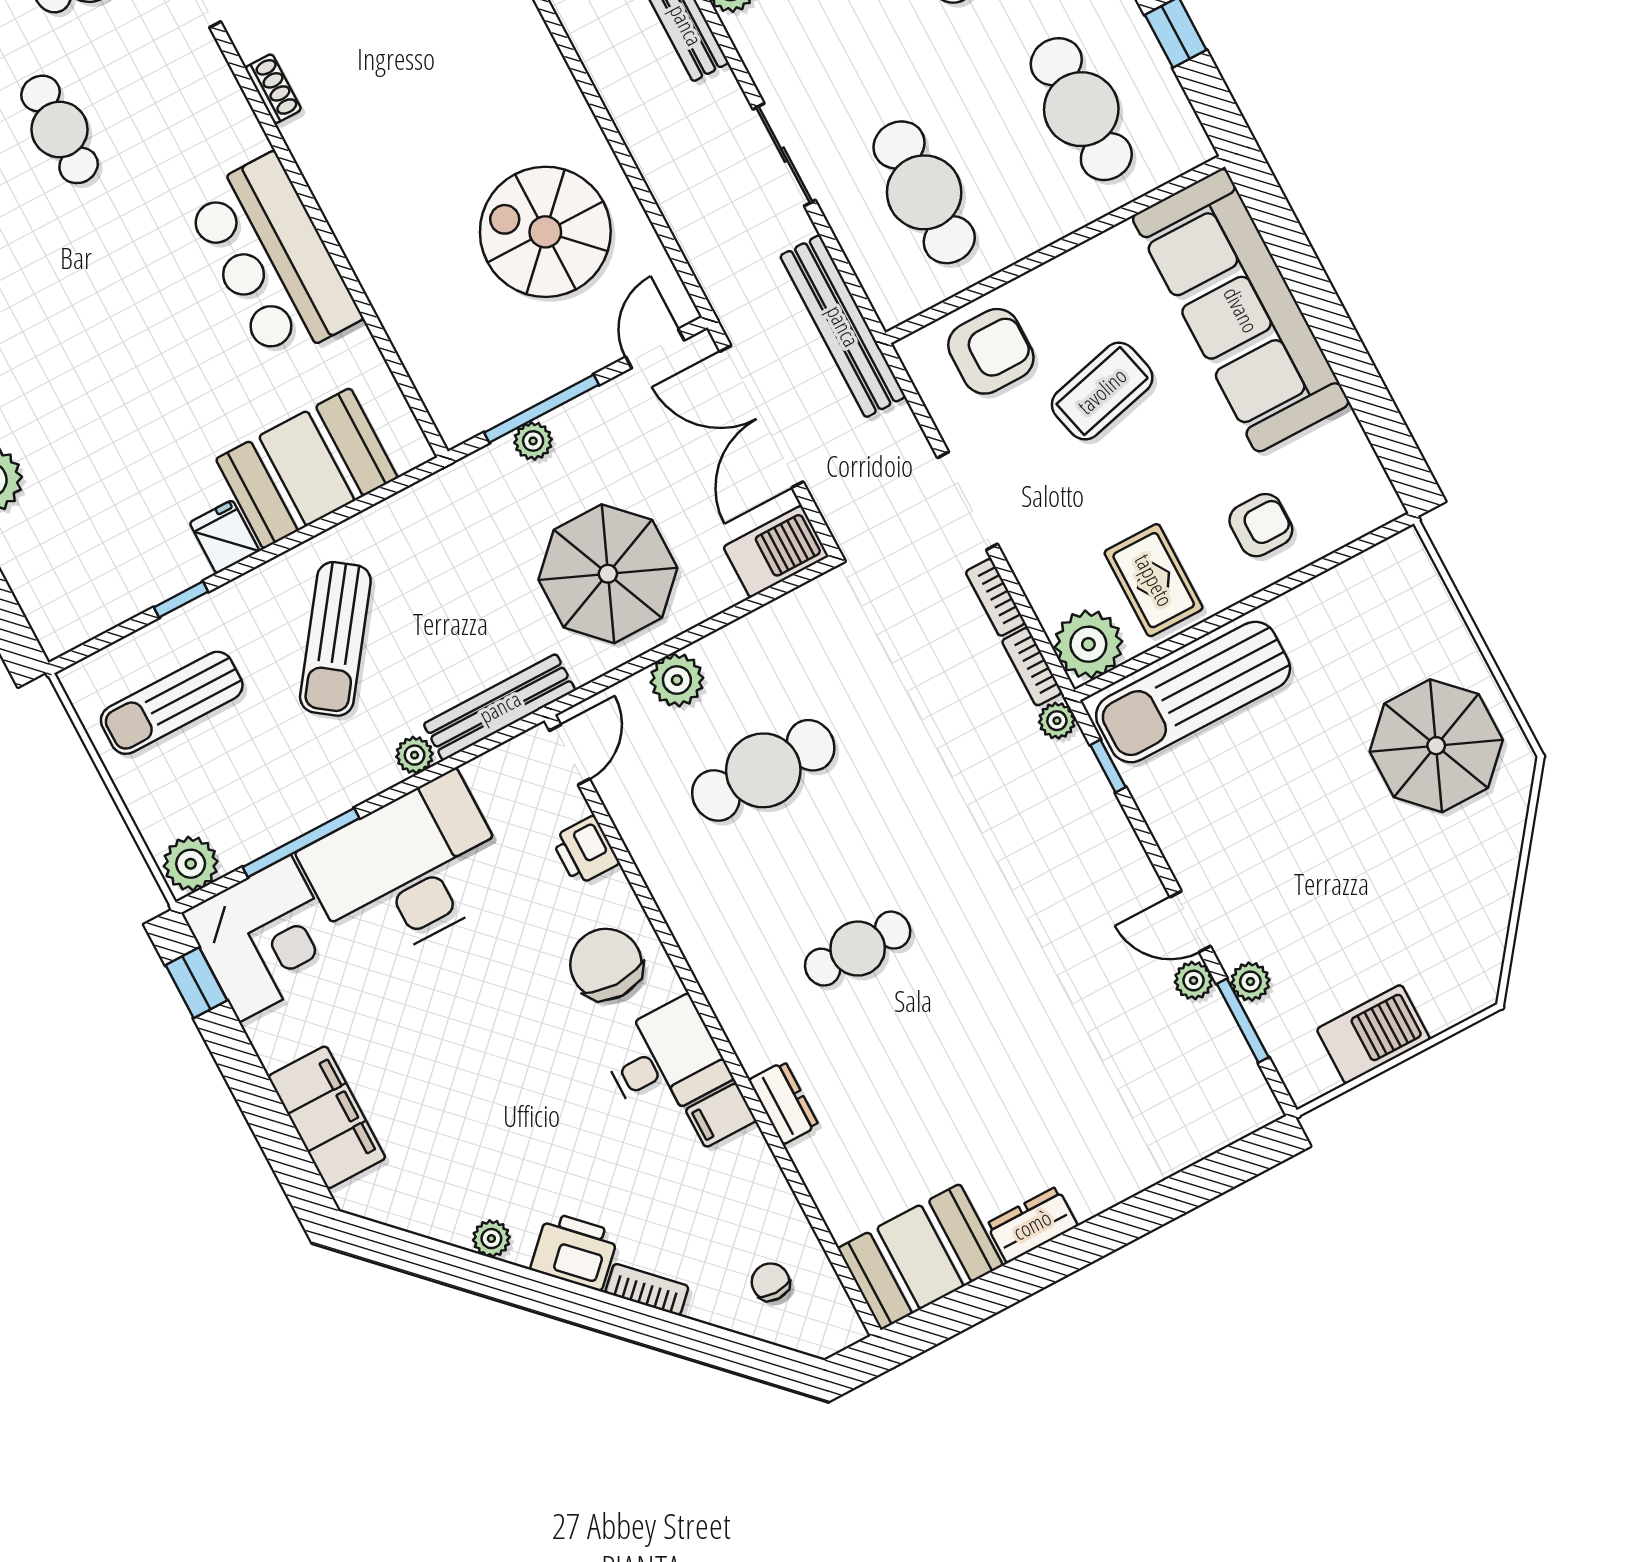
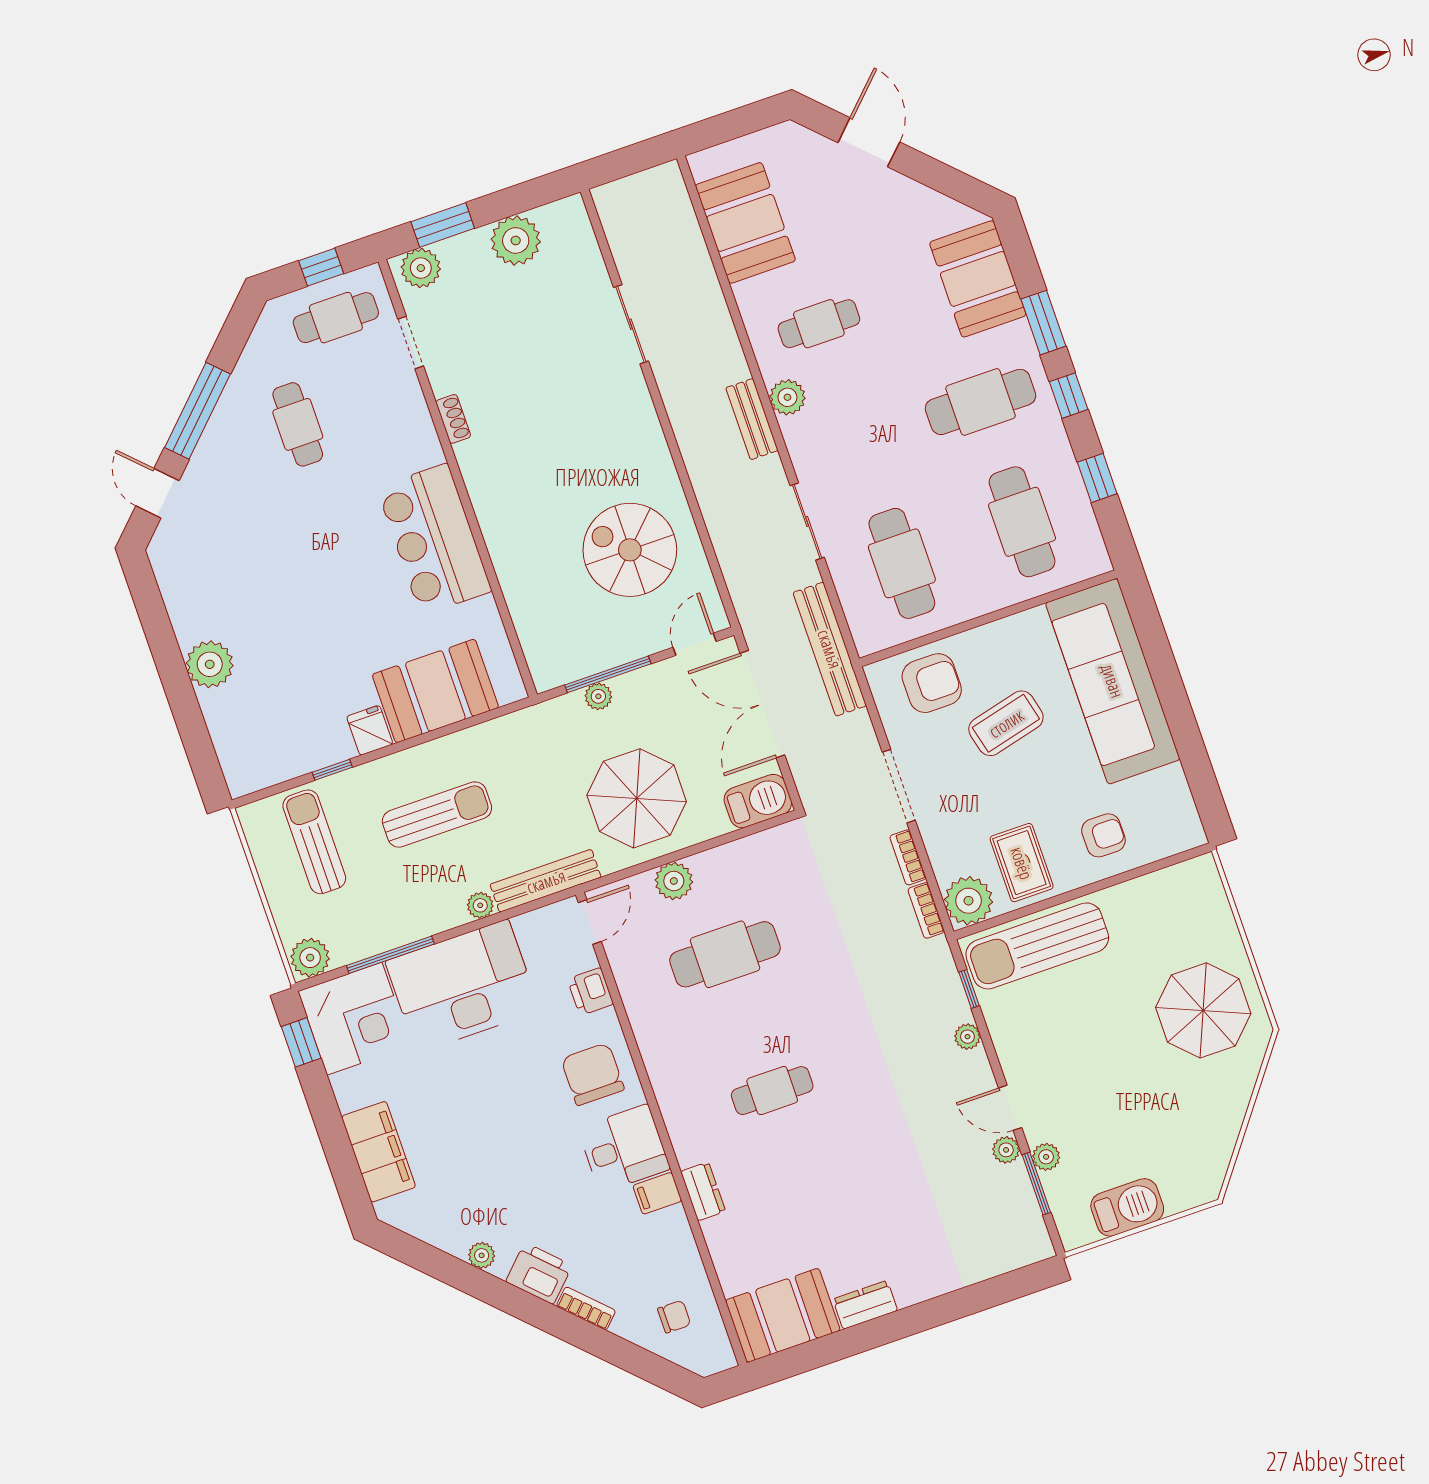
sun lounger: (335, 639) -> (437, 815), turned -126
sun lounger: (172, 703) -> (314, 842), turned 90
plant: (1057, 721) -> (967, 1037), moved
chair: (771, 1282) -> (674, 1317), turned 90

